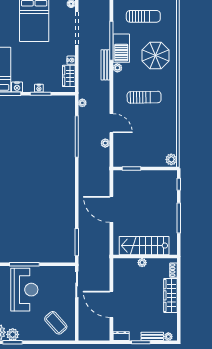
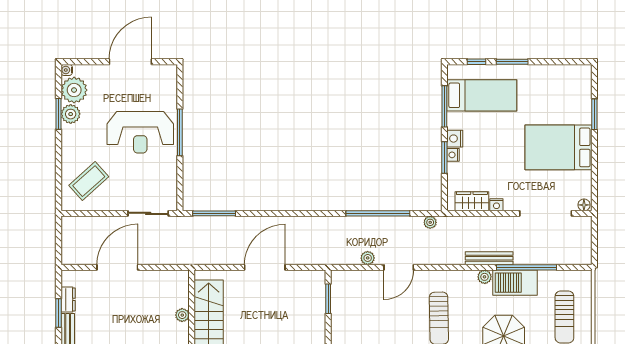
nightstand: (17, 87) -> (455, 139), moved
dresser: (121, 336) -> (68, 299), moved

